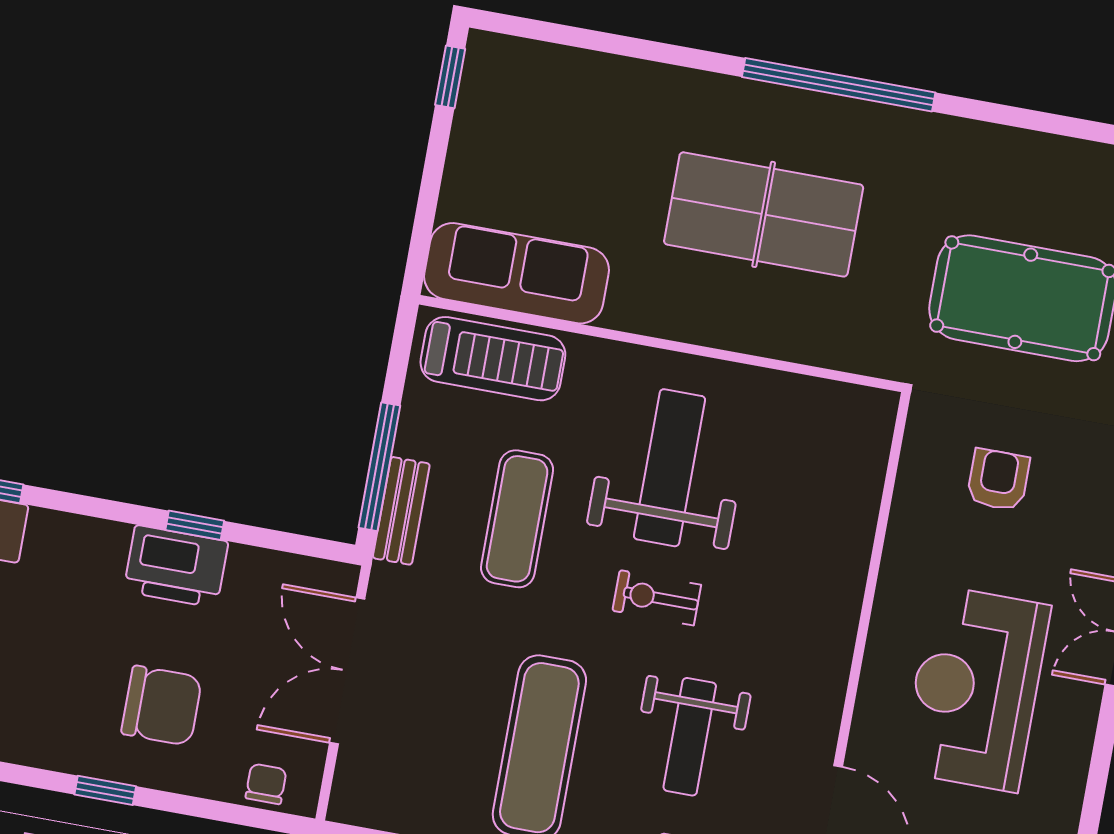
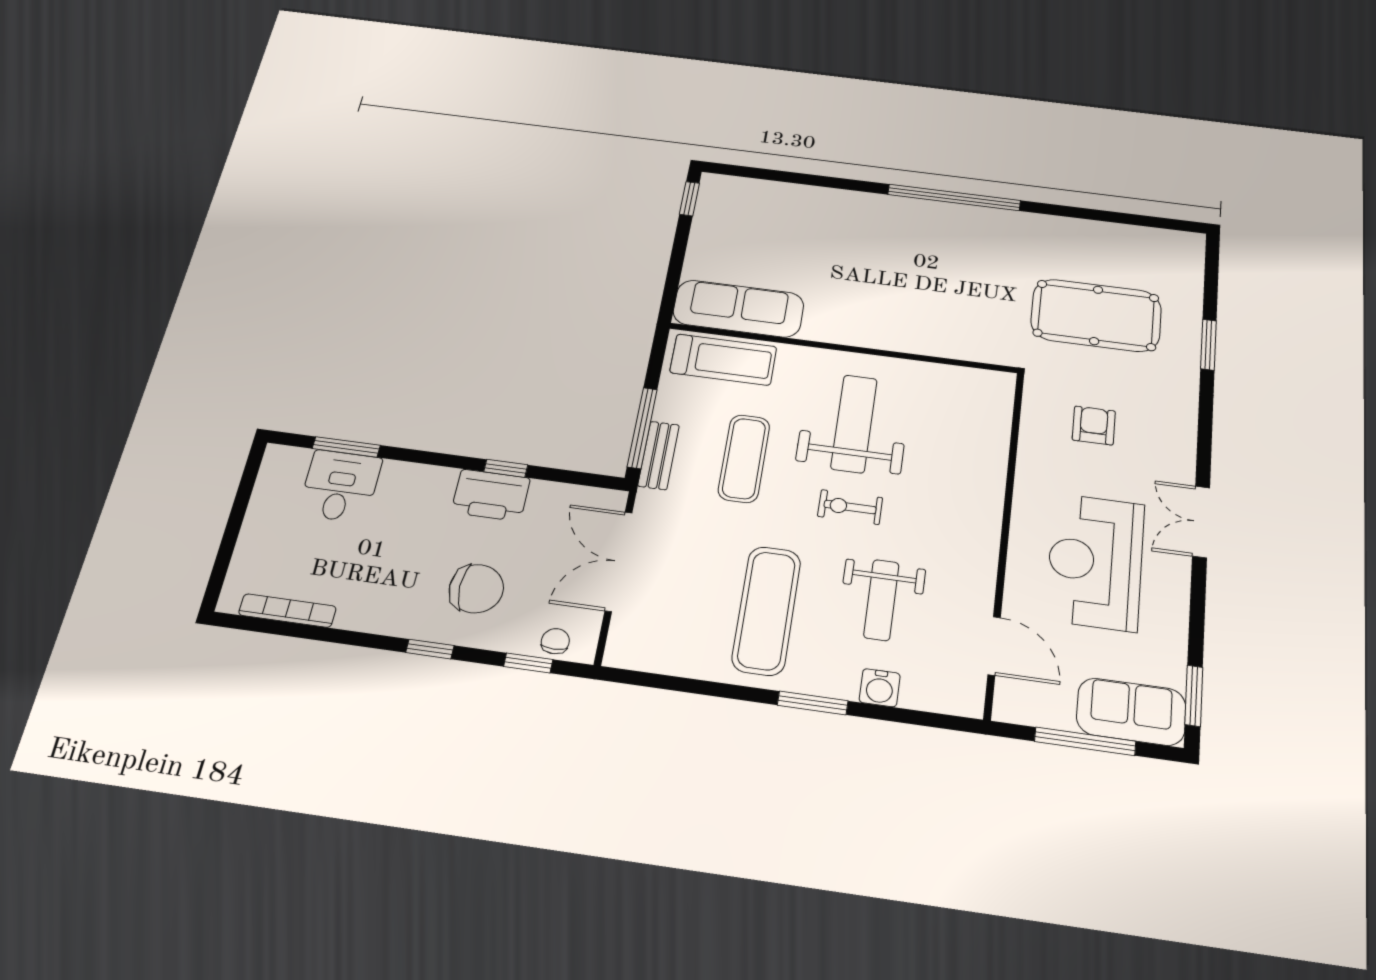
table tennis table: (764, 214) -> (909, 271), removed
window: (232, 813) -> (528, 663), added

